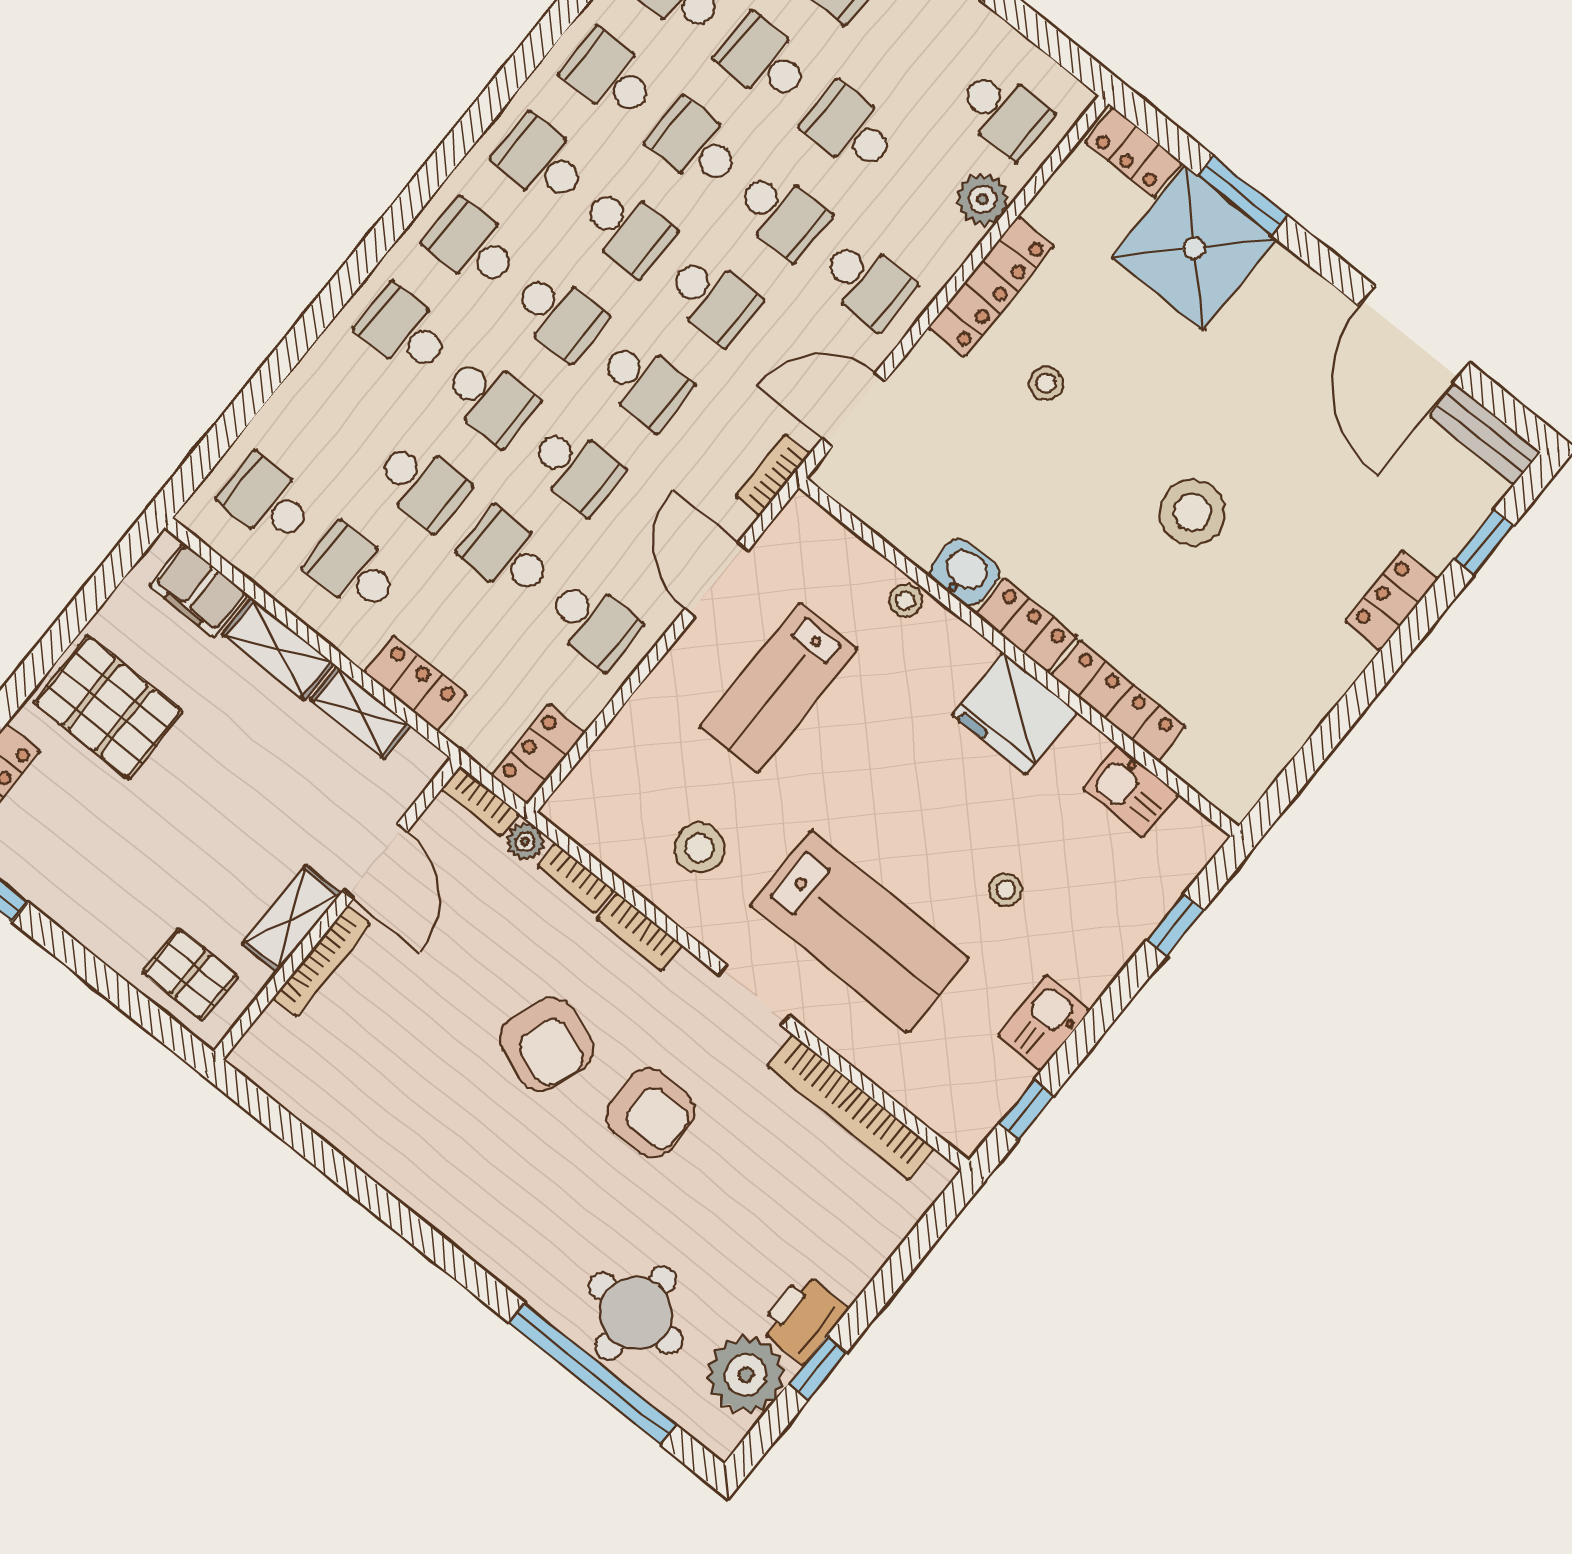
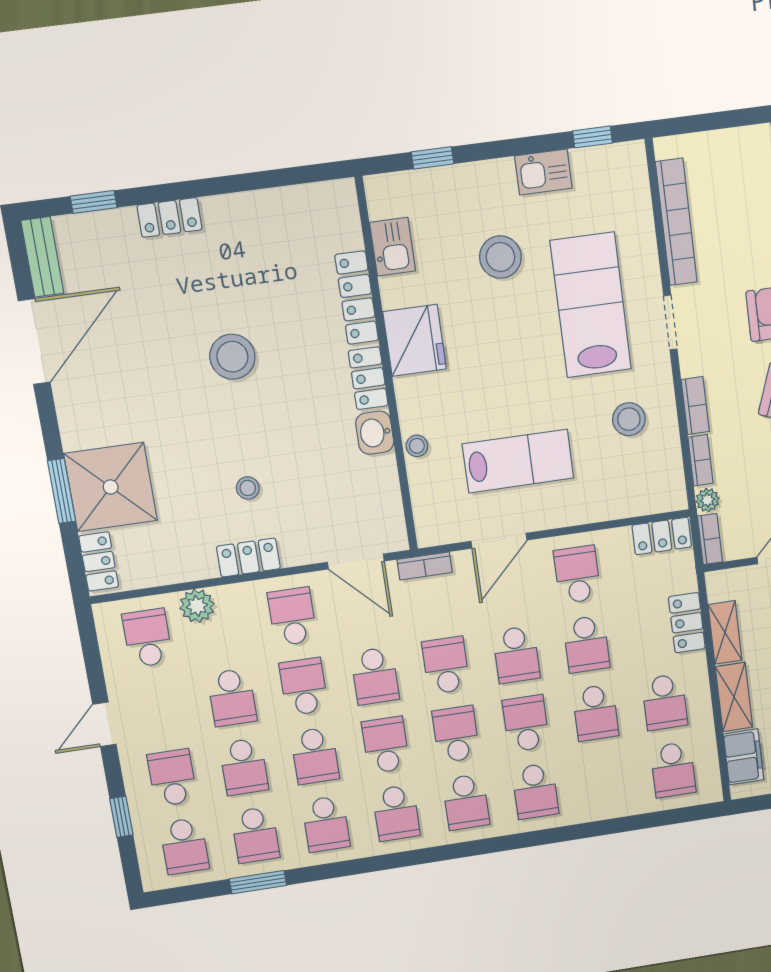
locker: (991, 287) -> (248, 558), width x0.66
school desk: (713, 299) -> (375, 676), turned 180
school desk: (576, 469) -> (516, 655), turned 180
school desk: (421, 485) -> (595, 713), turned 180
stool: (1005, 890) -> (500, 257), width x1.89, depth x1.89

